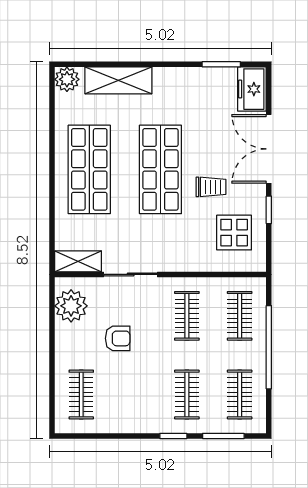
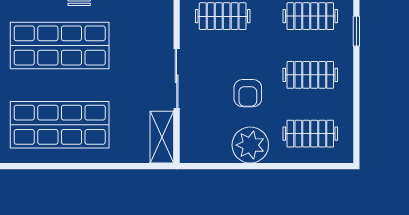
plant: (71, 306) -> (250, 145), moved
armchair: (118, 338) -> (248, 93), turned 180
clothes rail: (134, 395) -> (310, 75), added

